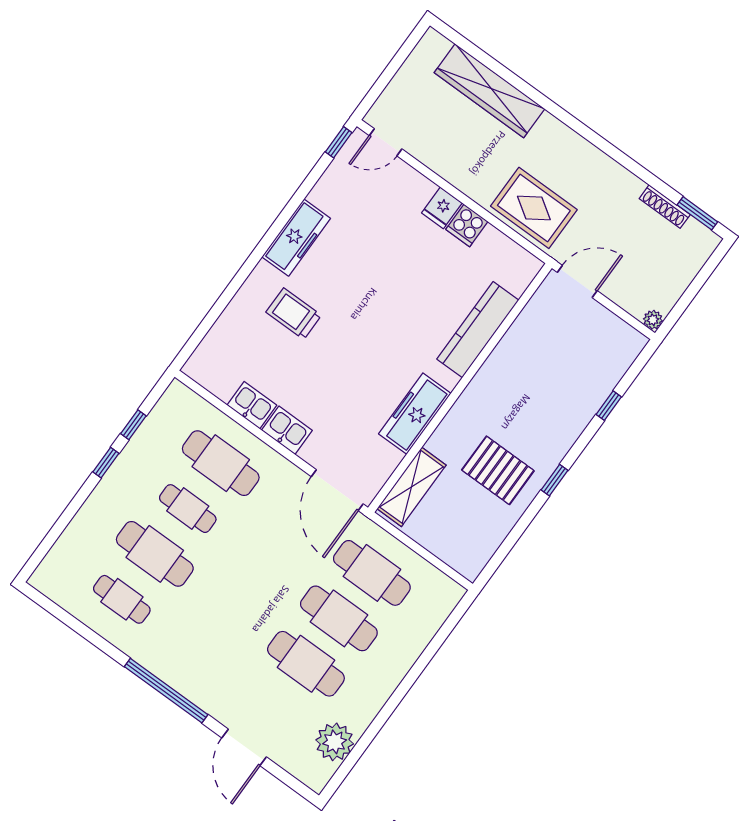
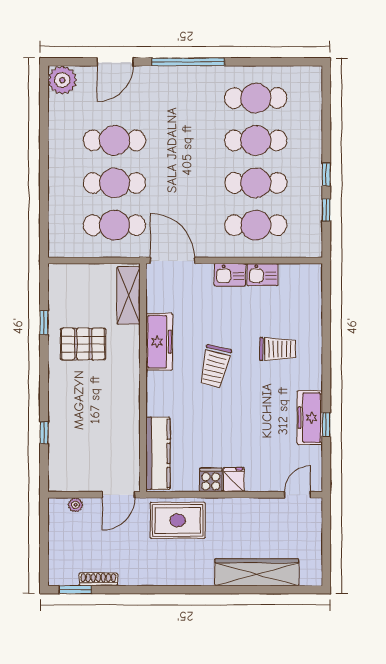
window: (339, 142) -> (326, 425), moved
freezer: (296, 238) -> (310, 418), moved
plant: (653, 320) -> (75, 505), moved
kitchen counter: (478, 330) -> (158, 453), moved
trolley: (374, 344) -> (215, 366), added
window: (555, 480) -> (44, 323), moved
cafe table: (188, 509) -> (256, 183), width x1.37, depth x1.35
cafe table: (122, 599) -> (256, 98), width x1.37, depth x1.35
plant: (335, 742) -> (62, 80), moved
door: (244, 747) -> (115, 62), swing flipped

